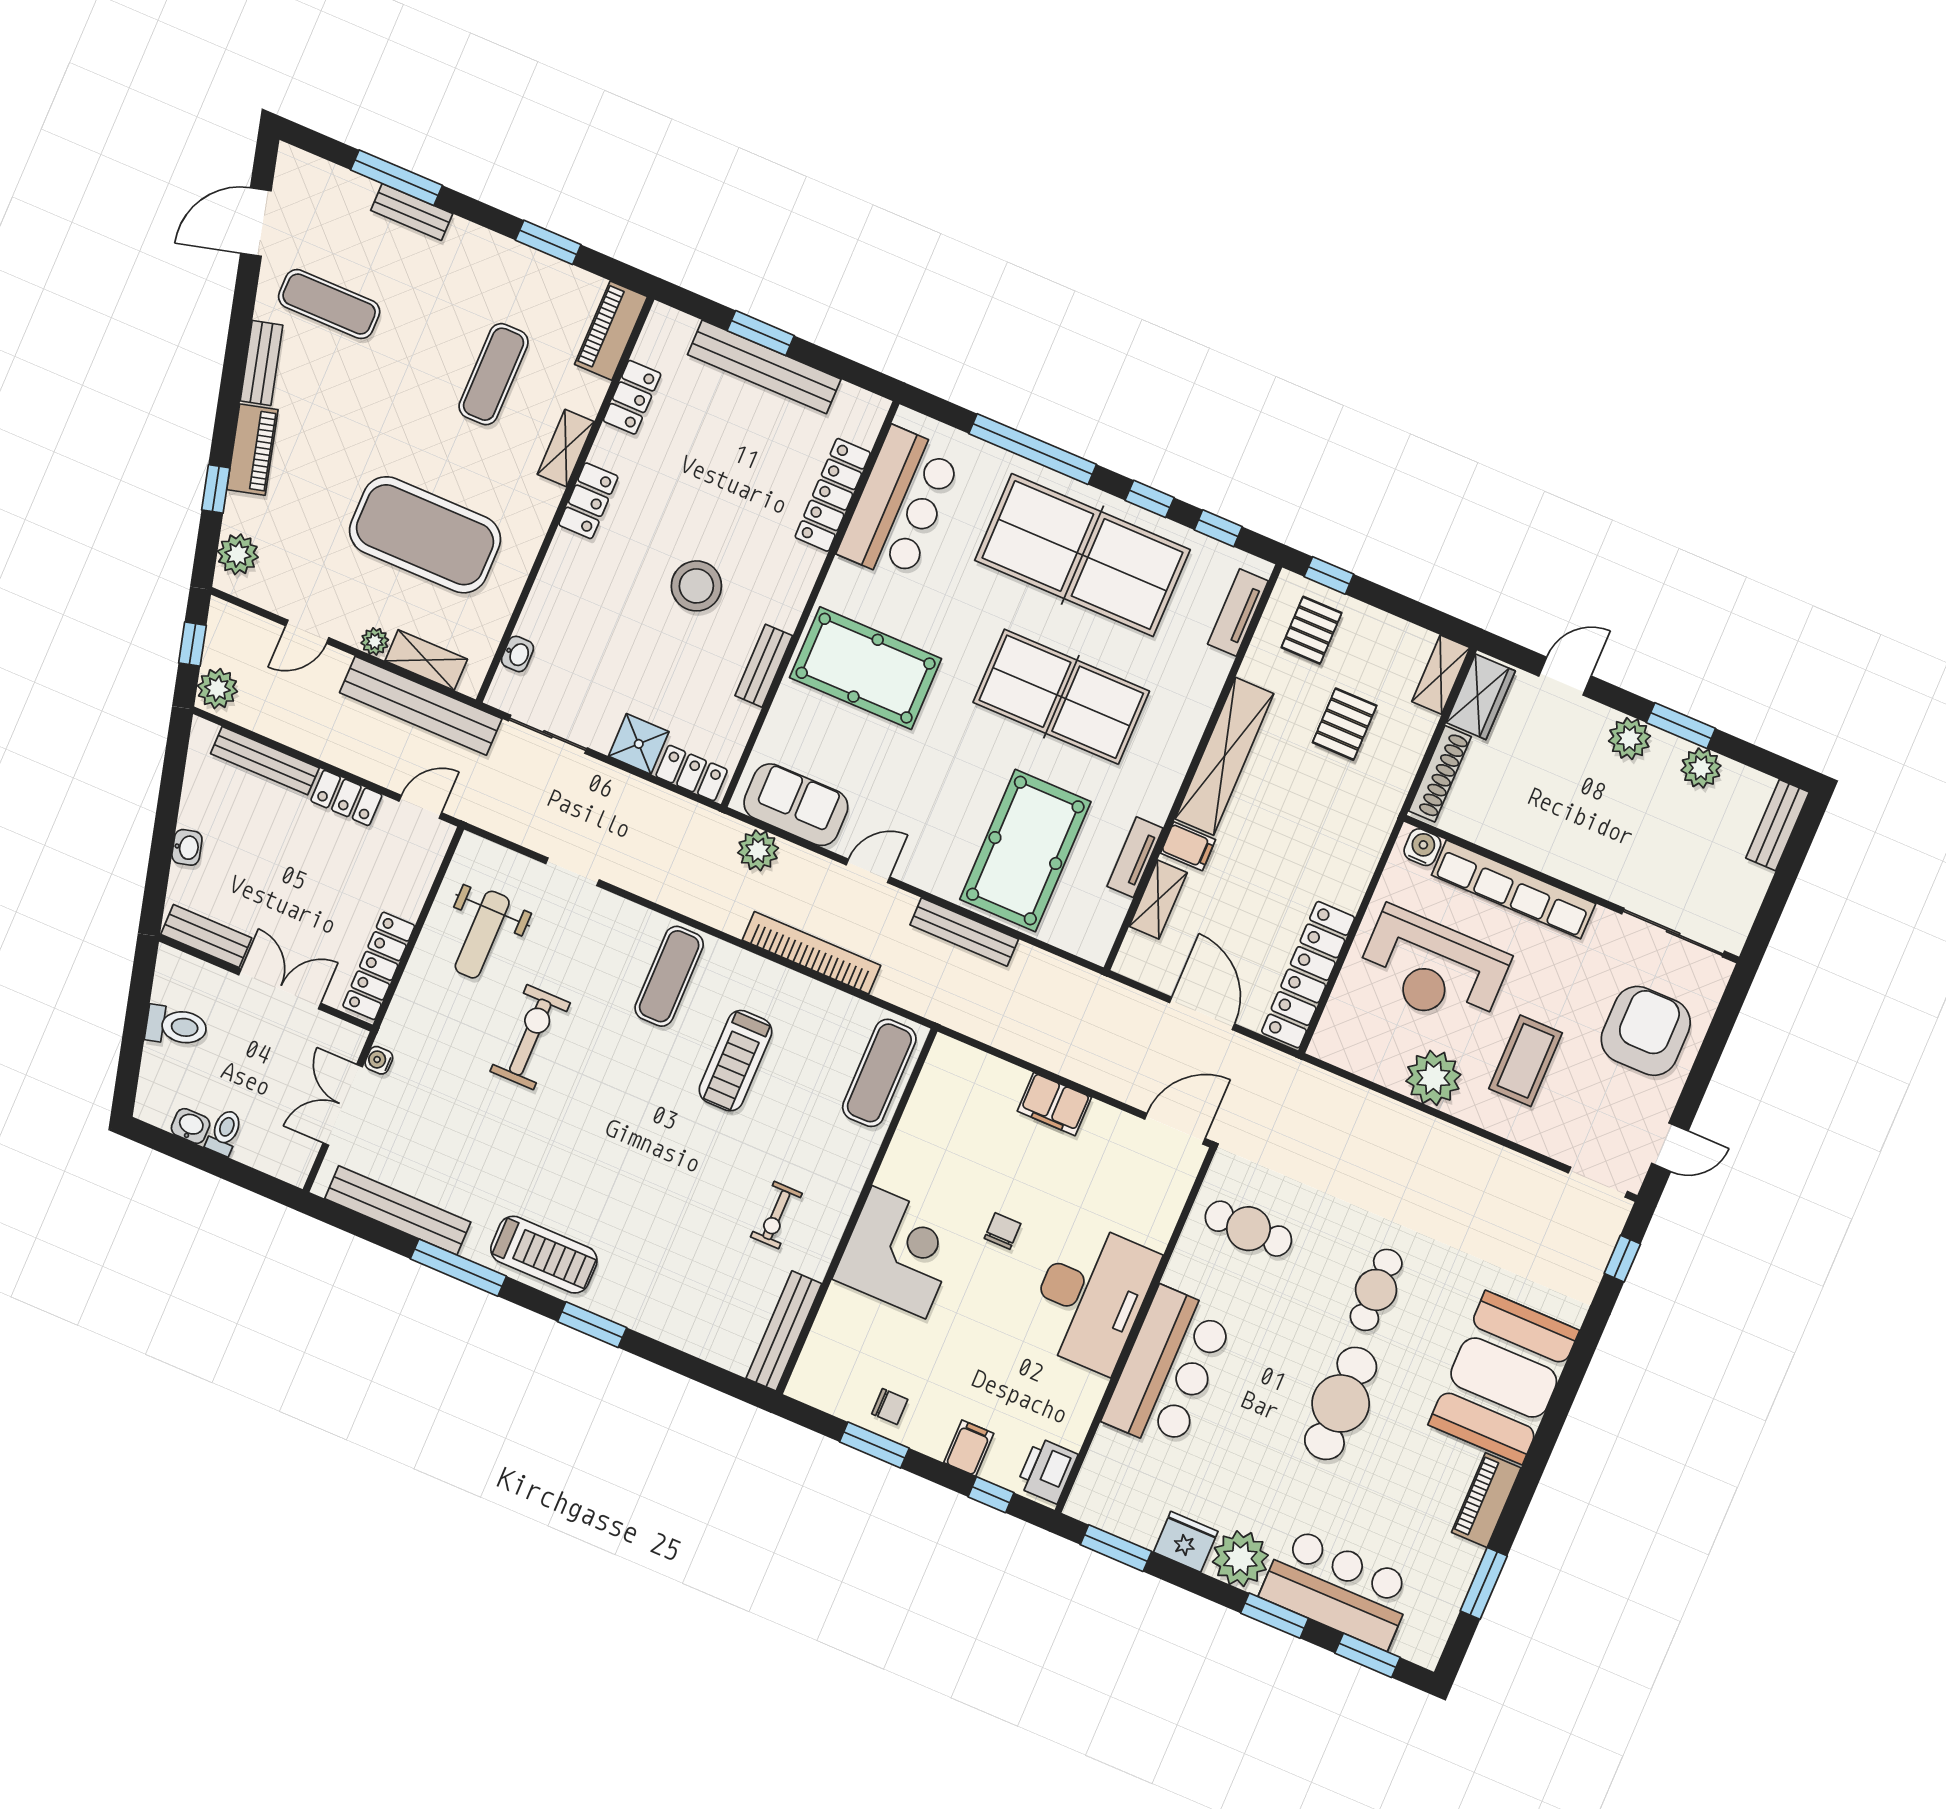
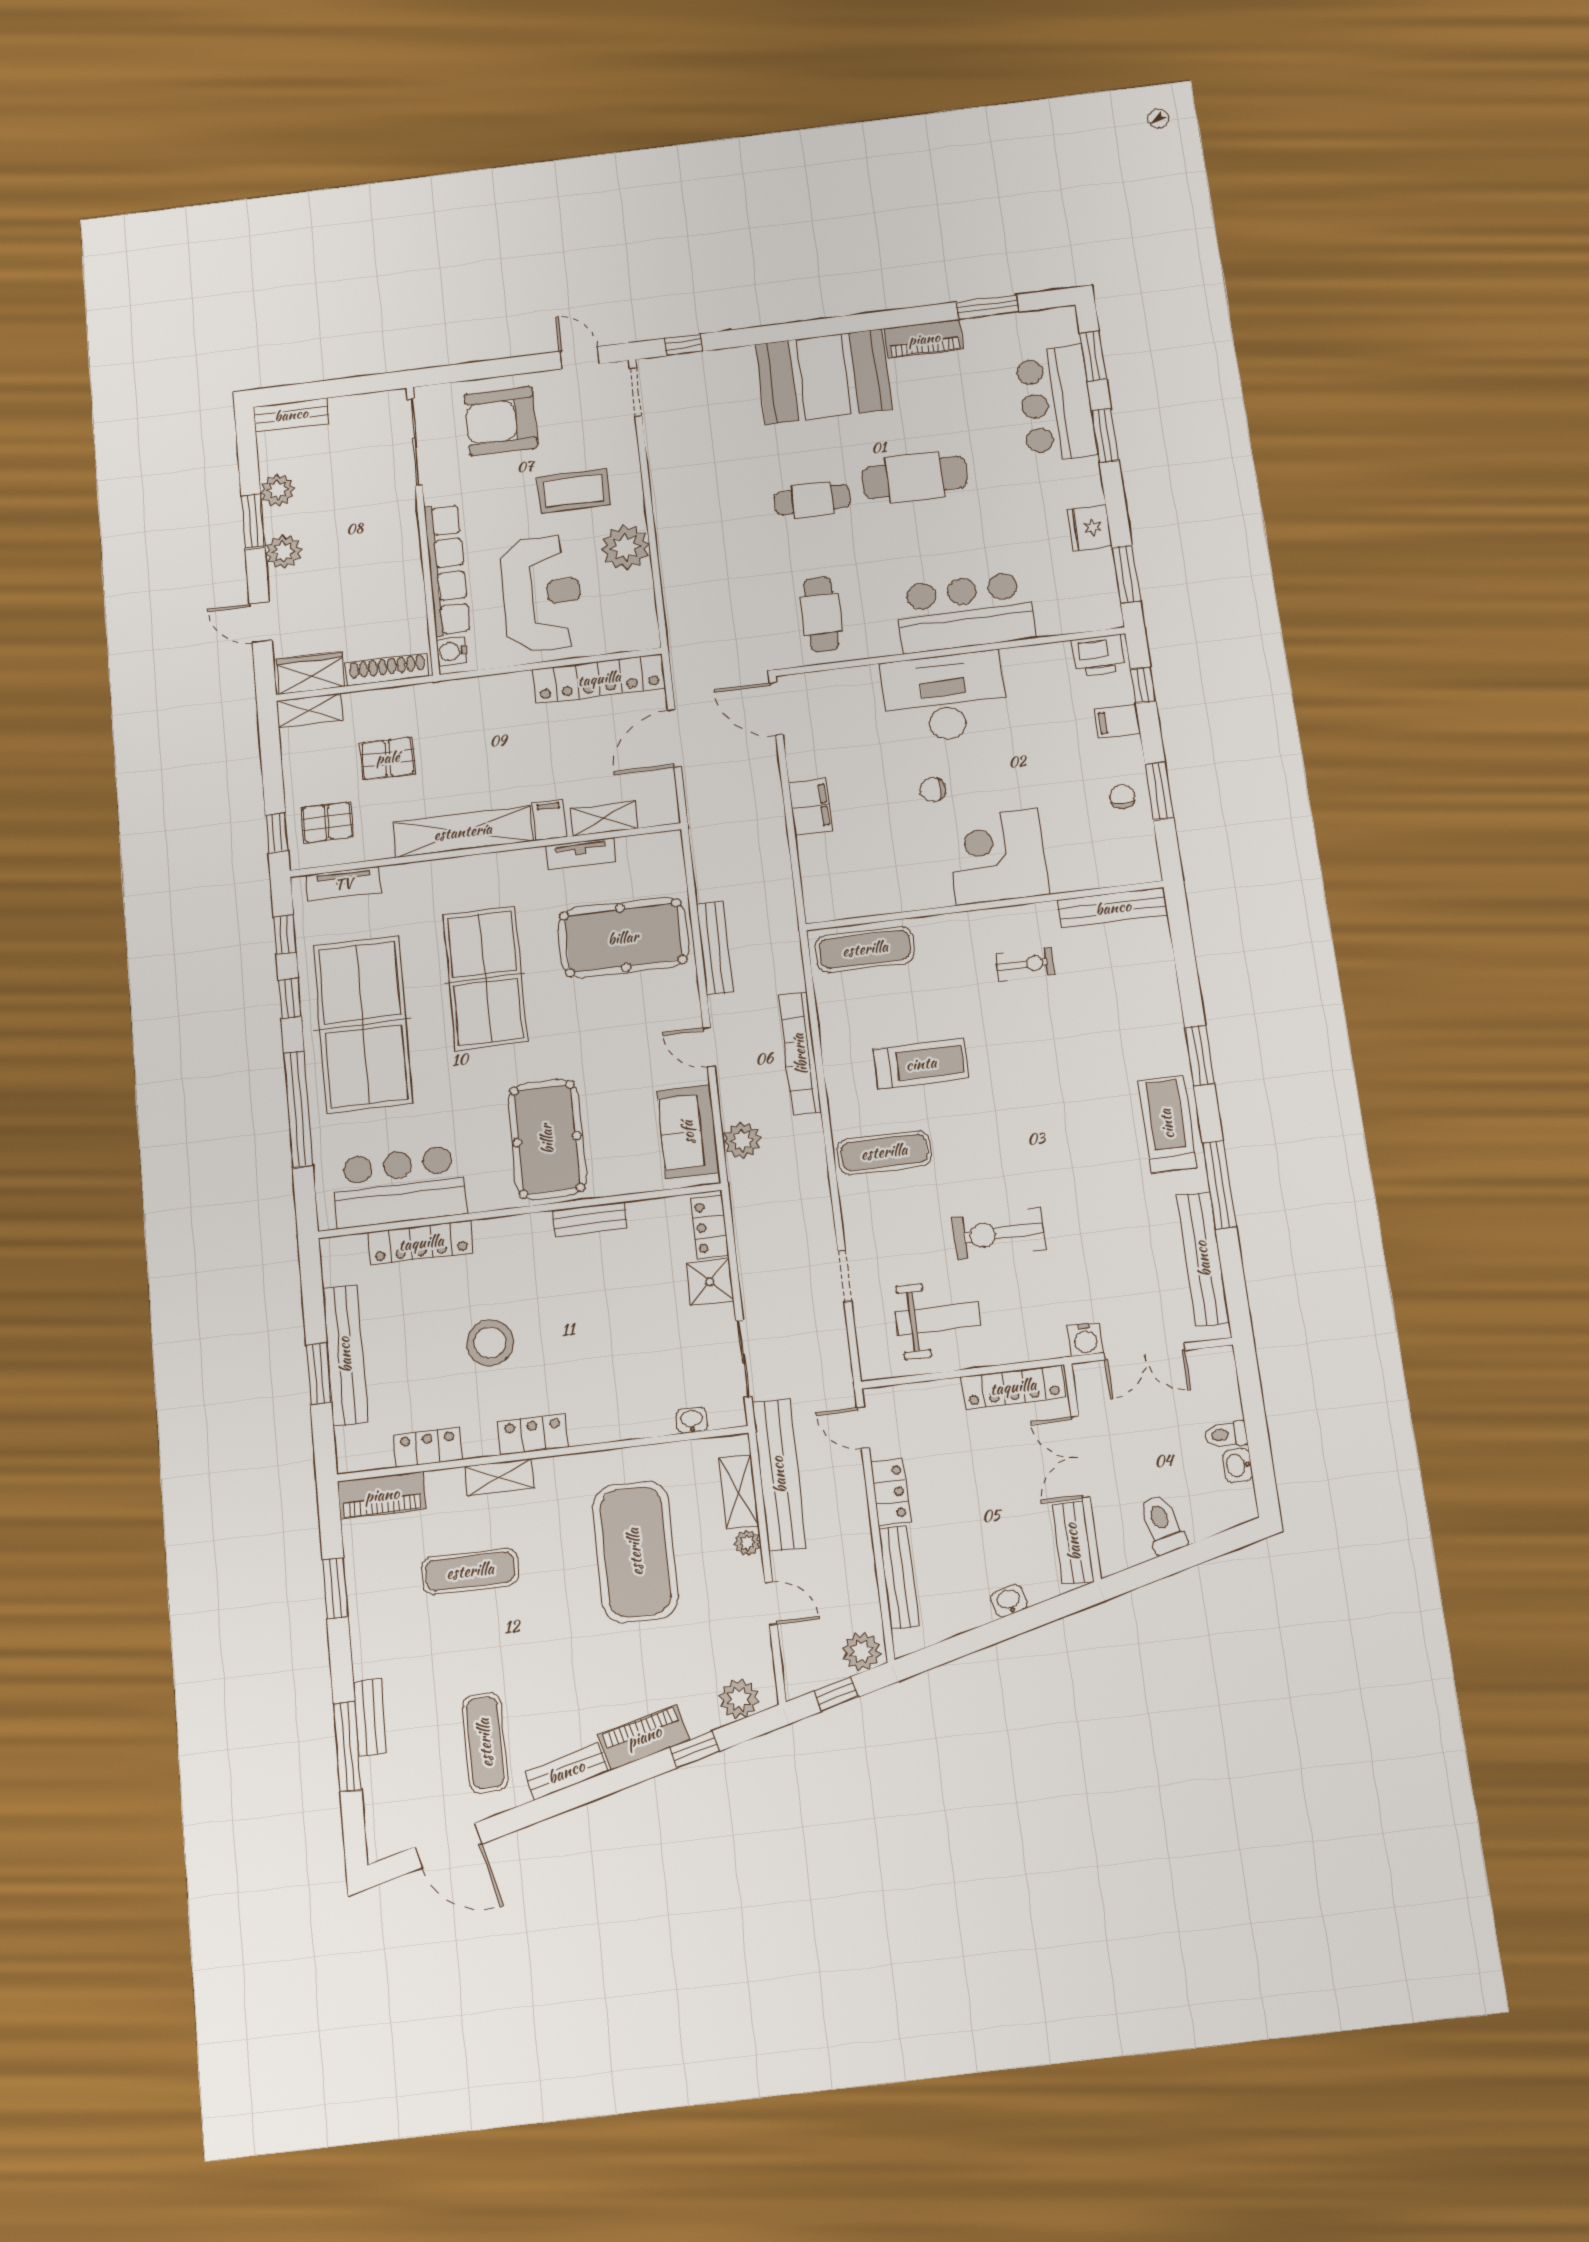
stool: (696, 586) -> (490, 1343), moved
water cooler: (379, 1060) -> (1085, 1339), width x1.38, depth x1.38
plant: (1240, 1559) -> (1077, 483), removed

